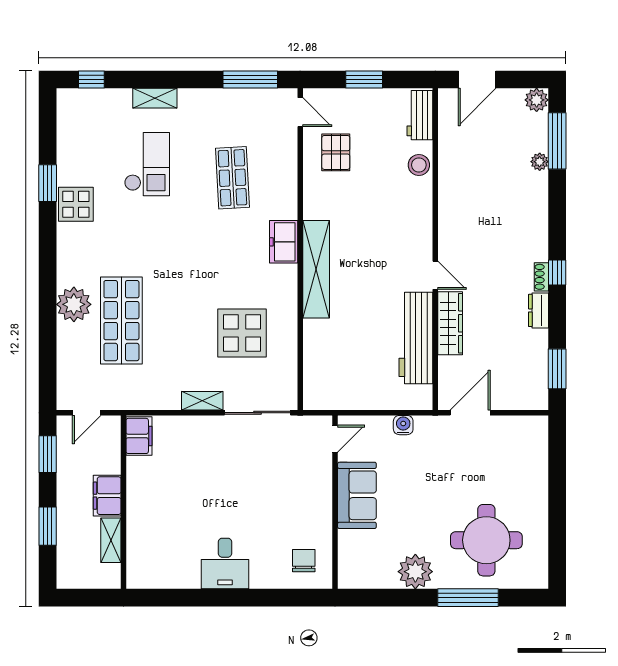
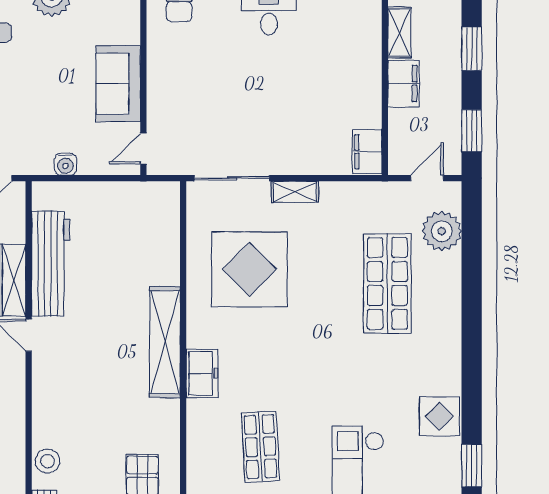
window: (48, 183) -> (472, 466), moved
plant: (74, 304) -> (442, 231), moved
display table: (242, 333) -> (250, 269), width x1.36, depth x1.36

